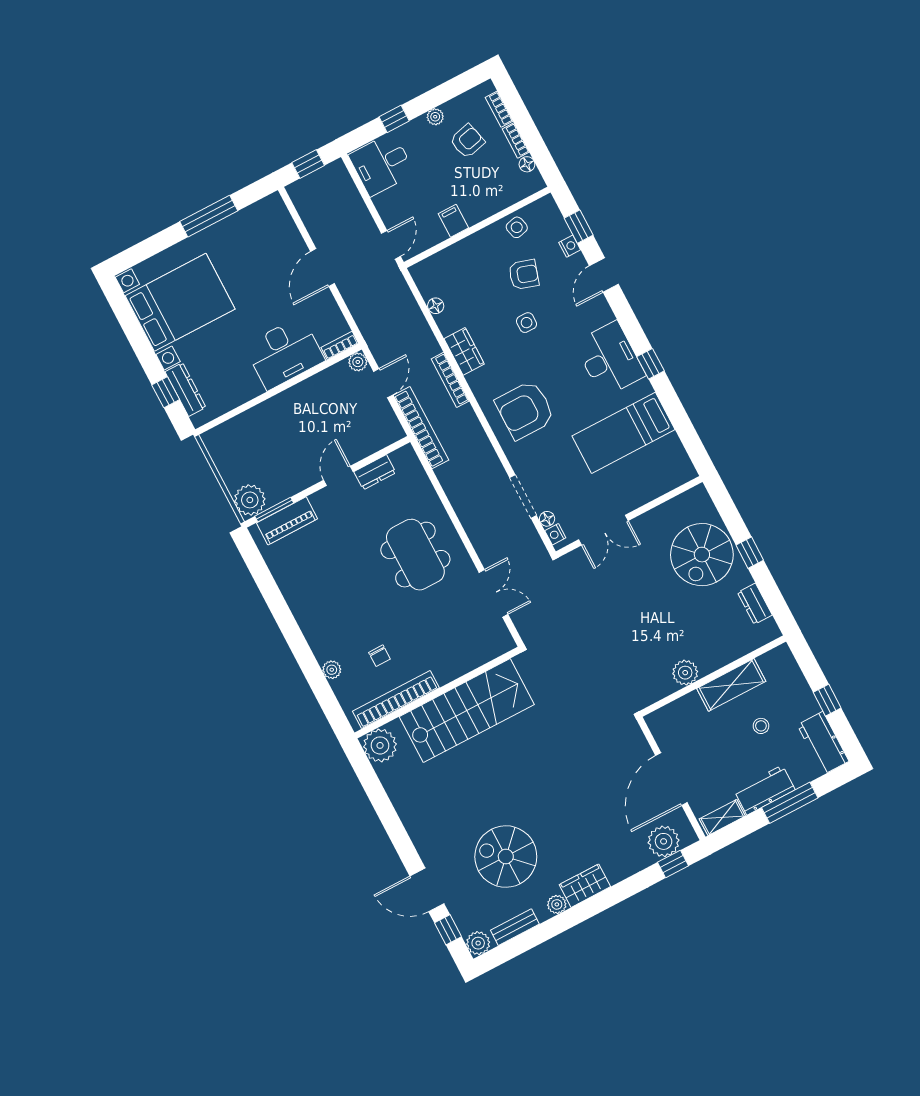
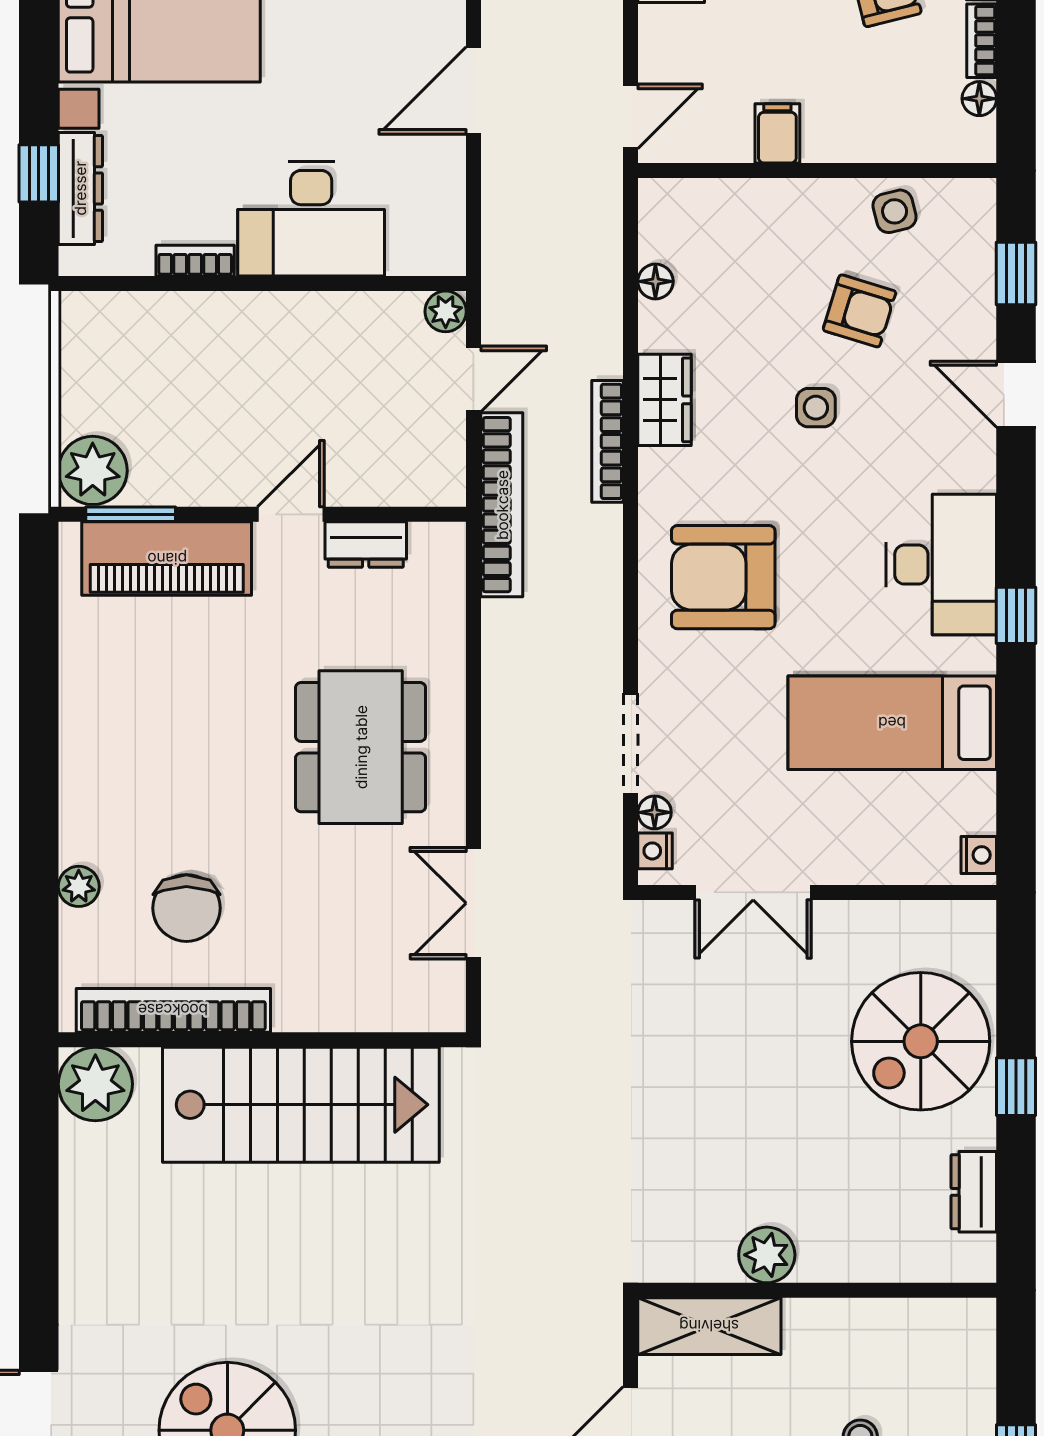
nightstand: (570, 246) -> (979, 855), moved
door: (604, 275) -> (1016, 394), hinge flipped
bookcase: (340, 345) -> (195, 261), moved
piano: (287, 521) -> (167, 559), width x1.37, depth x1.33
double door: (494, 593) -> (473, 903), swing flipped
chair: (380, 656) -> (186, 908), width x1.87, depth x1.87
shelving: (731, 685) -> (709, 1326), moved

